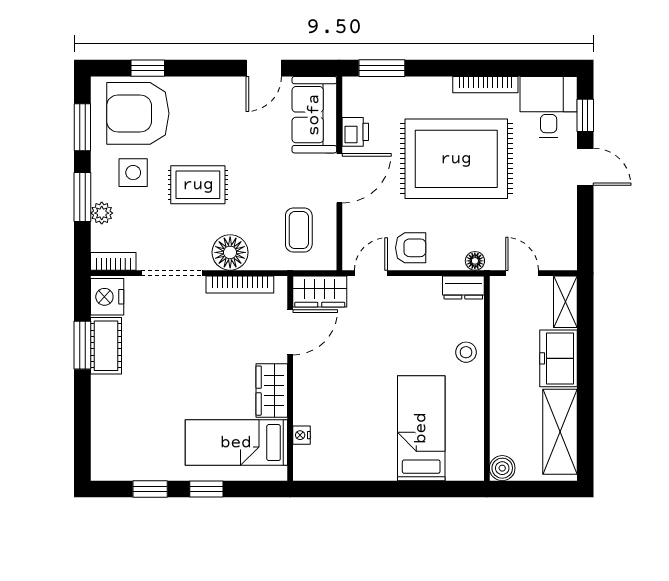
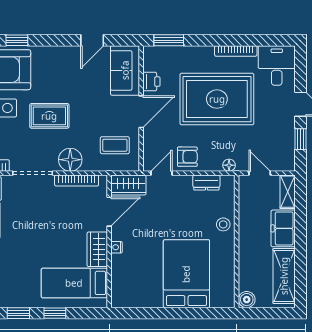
window: (585, 115) -> (300, 139), moved
coffee table: (299, 230) -> (115, 145), turned 90
dresser: (463, 288) -> (206, 182), moved
bed: (421, 428) -> (186, 274), width x1.50
nightstand: (301, 435) -> (117, 247), moved

